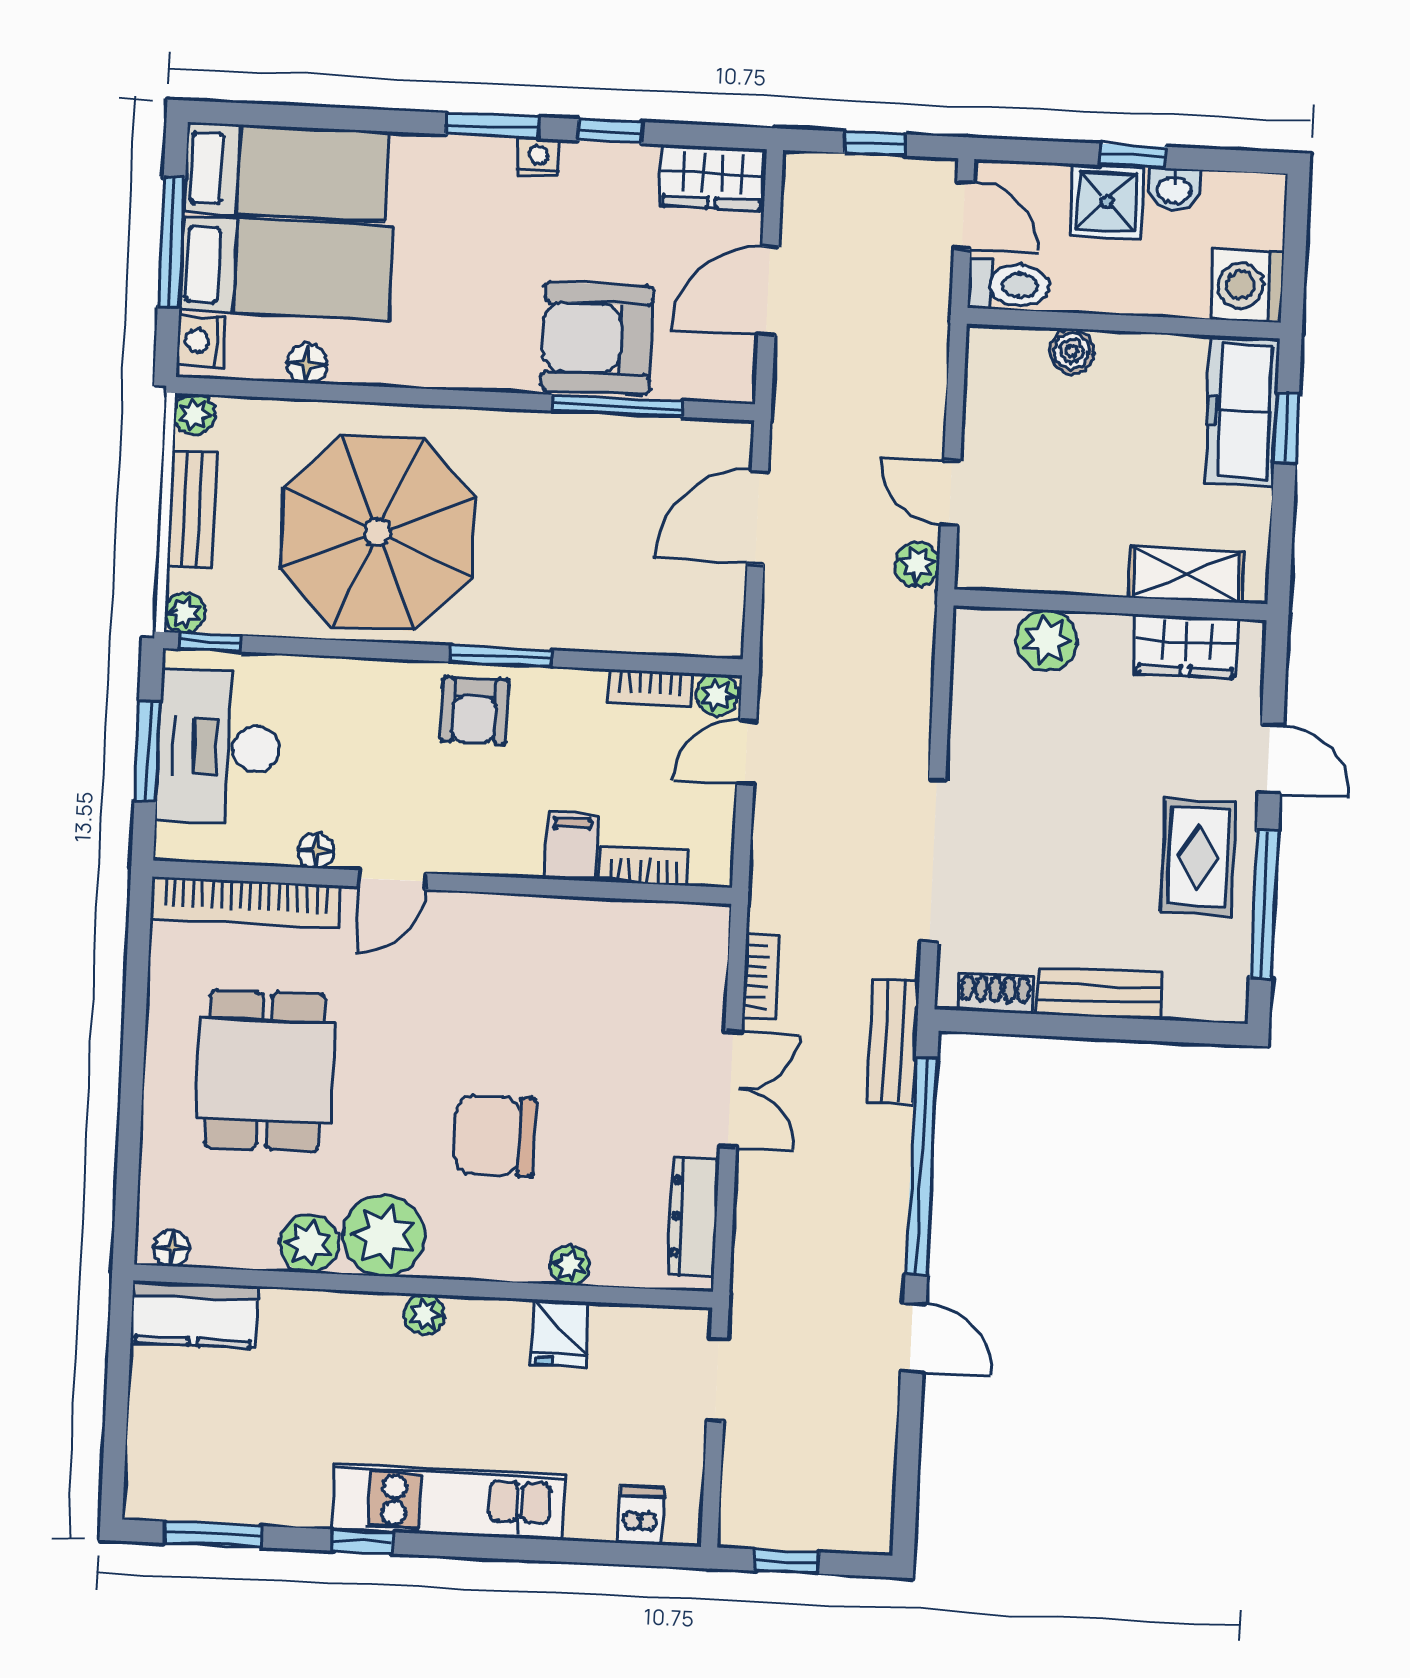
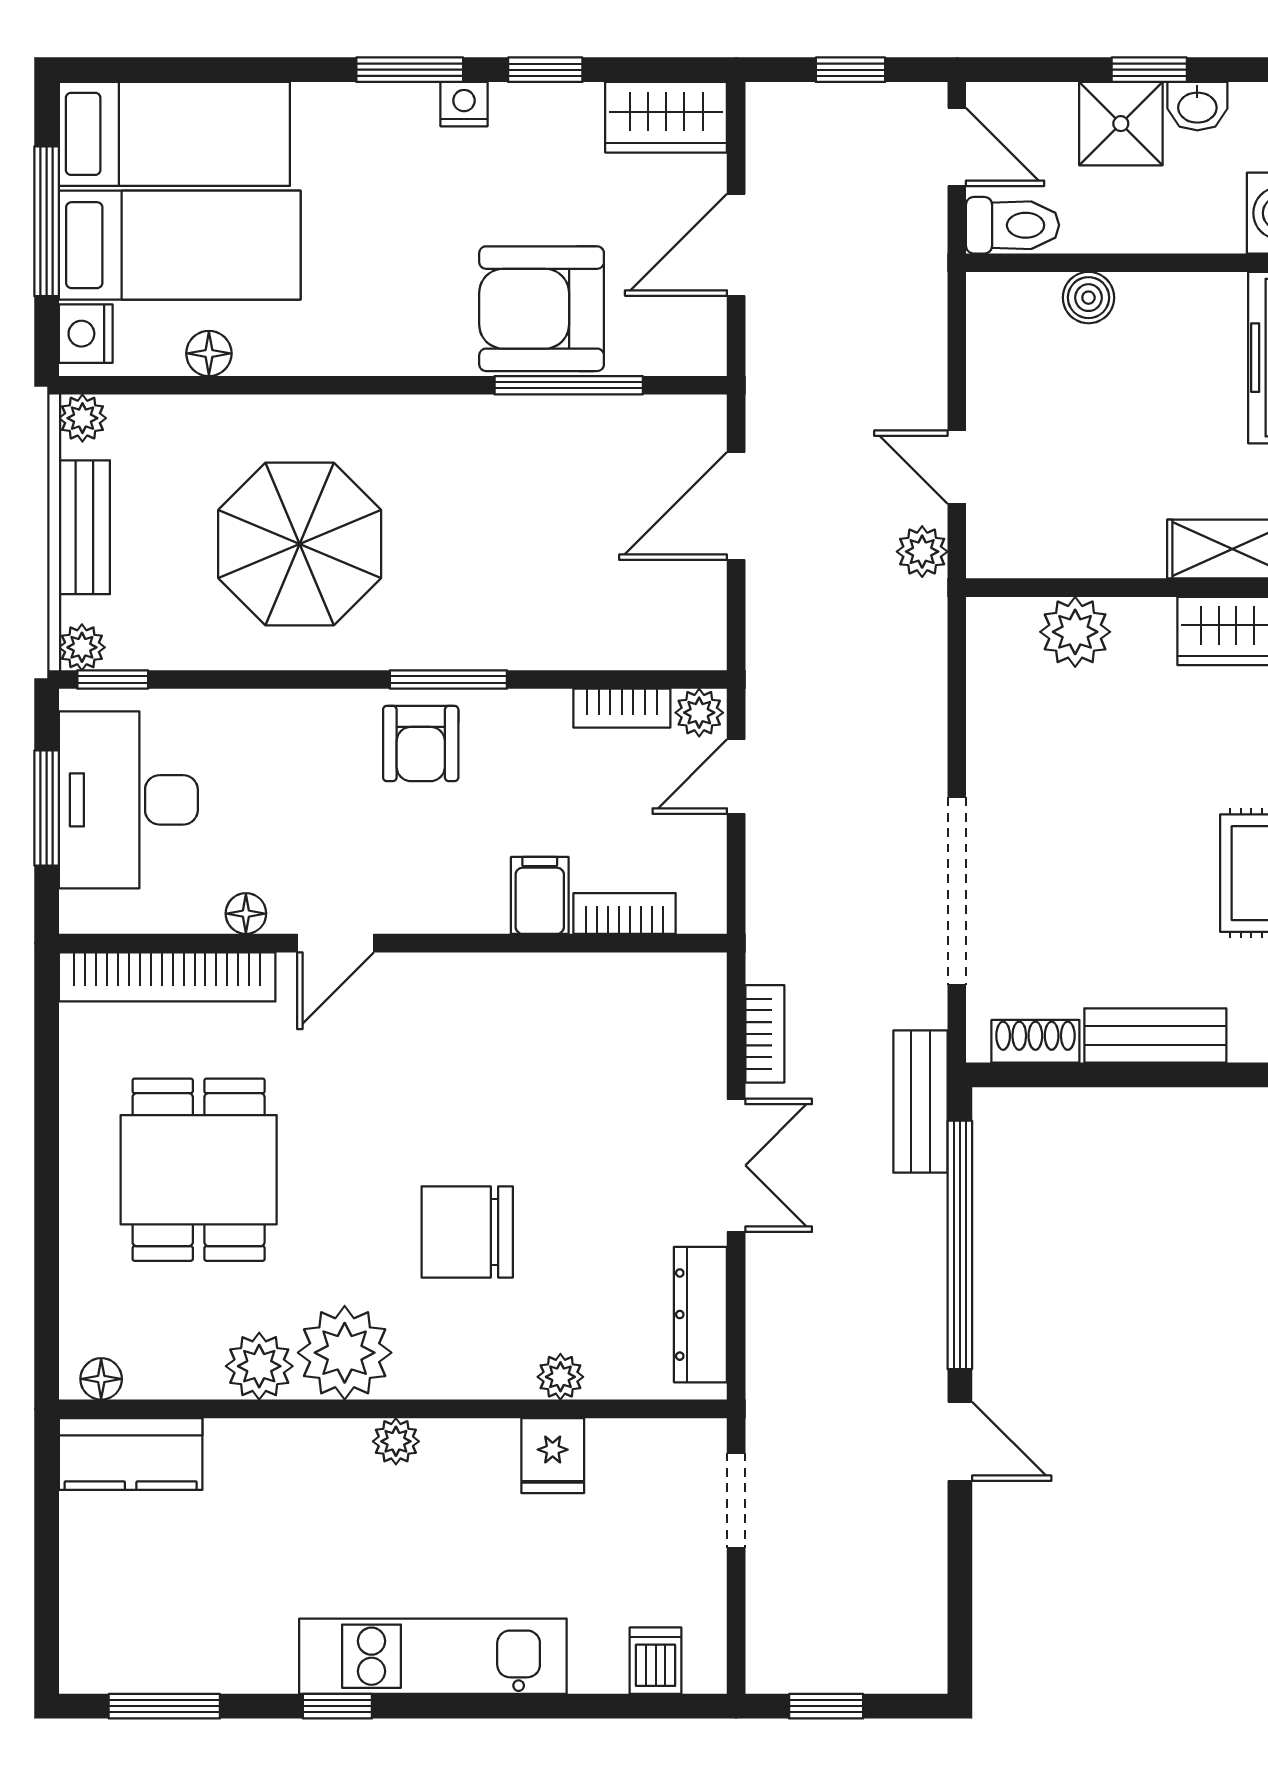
parasol: (378, 532) -> (300, 544), width x0.73, depth x0.73

